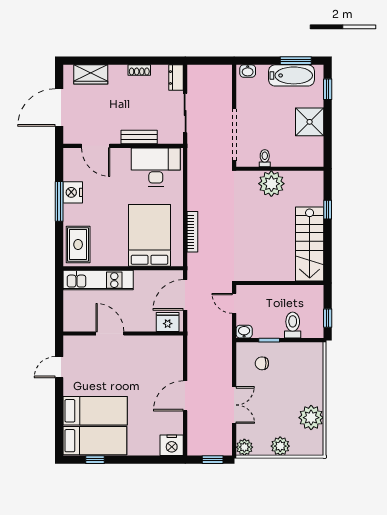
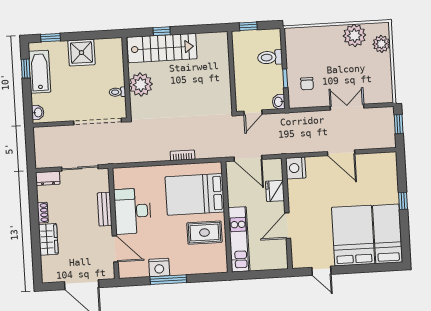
window: (296, 61) -> (26, 69), width x0.67
wardrobe: (91, 74) -> (48, 239), moved
door: (96, 146) -> (115, 249), hinge flipped
desk: (156, 167) -> (133, 211), moved
bookcase: (192, 232) -> (183, 155), width x0.64
rug: (78, 244) -> (204, 233), moved
stairs: (310, 244) -> (162, 48), moved
window: (328, 318) -> (248, 26), moved
fridge: (168, 322) -> (275, 191), moved
bed: (95, 411) -> (353, 236), width x1.50
nightstand: (172, 445) -> (296, 168), moved, turned 180
plant: (280, 446) -> (381, 44), moved
plant: (244, 447) -> (385, 95), removed
window: (95, 460) -> (403, 201), moved

